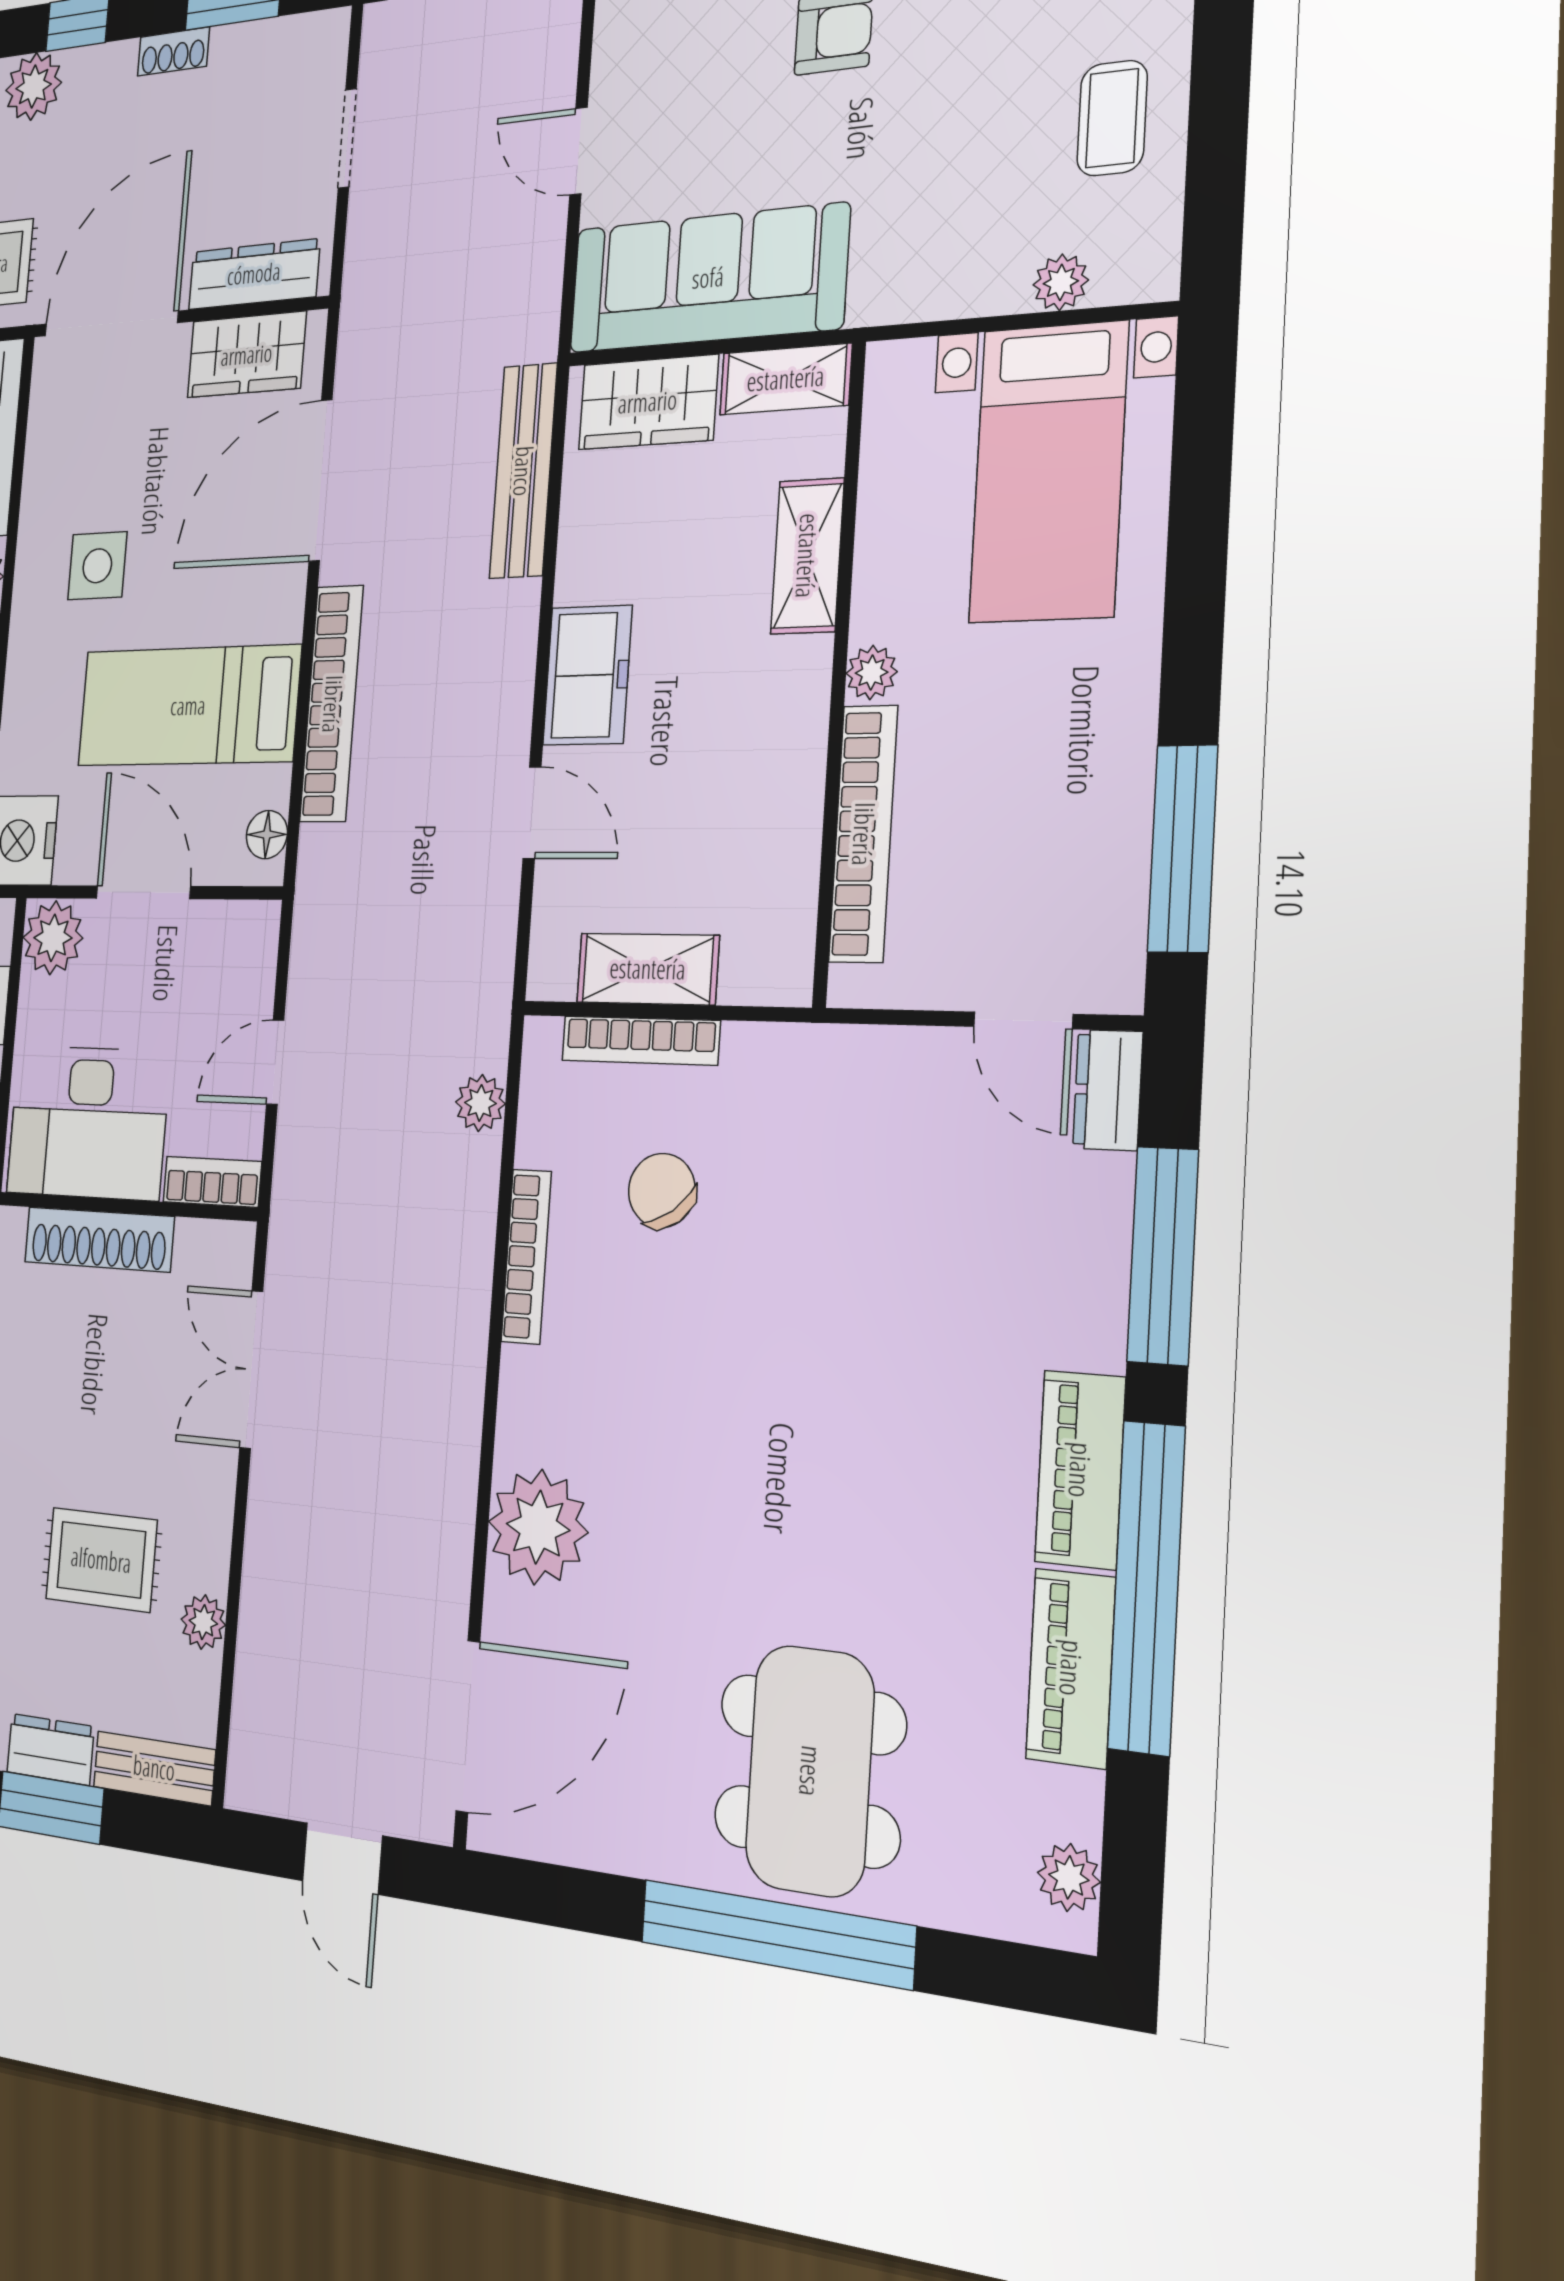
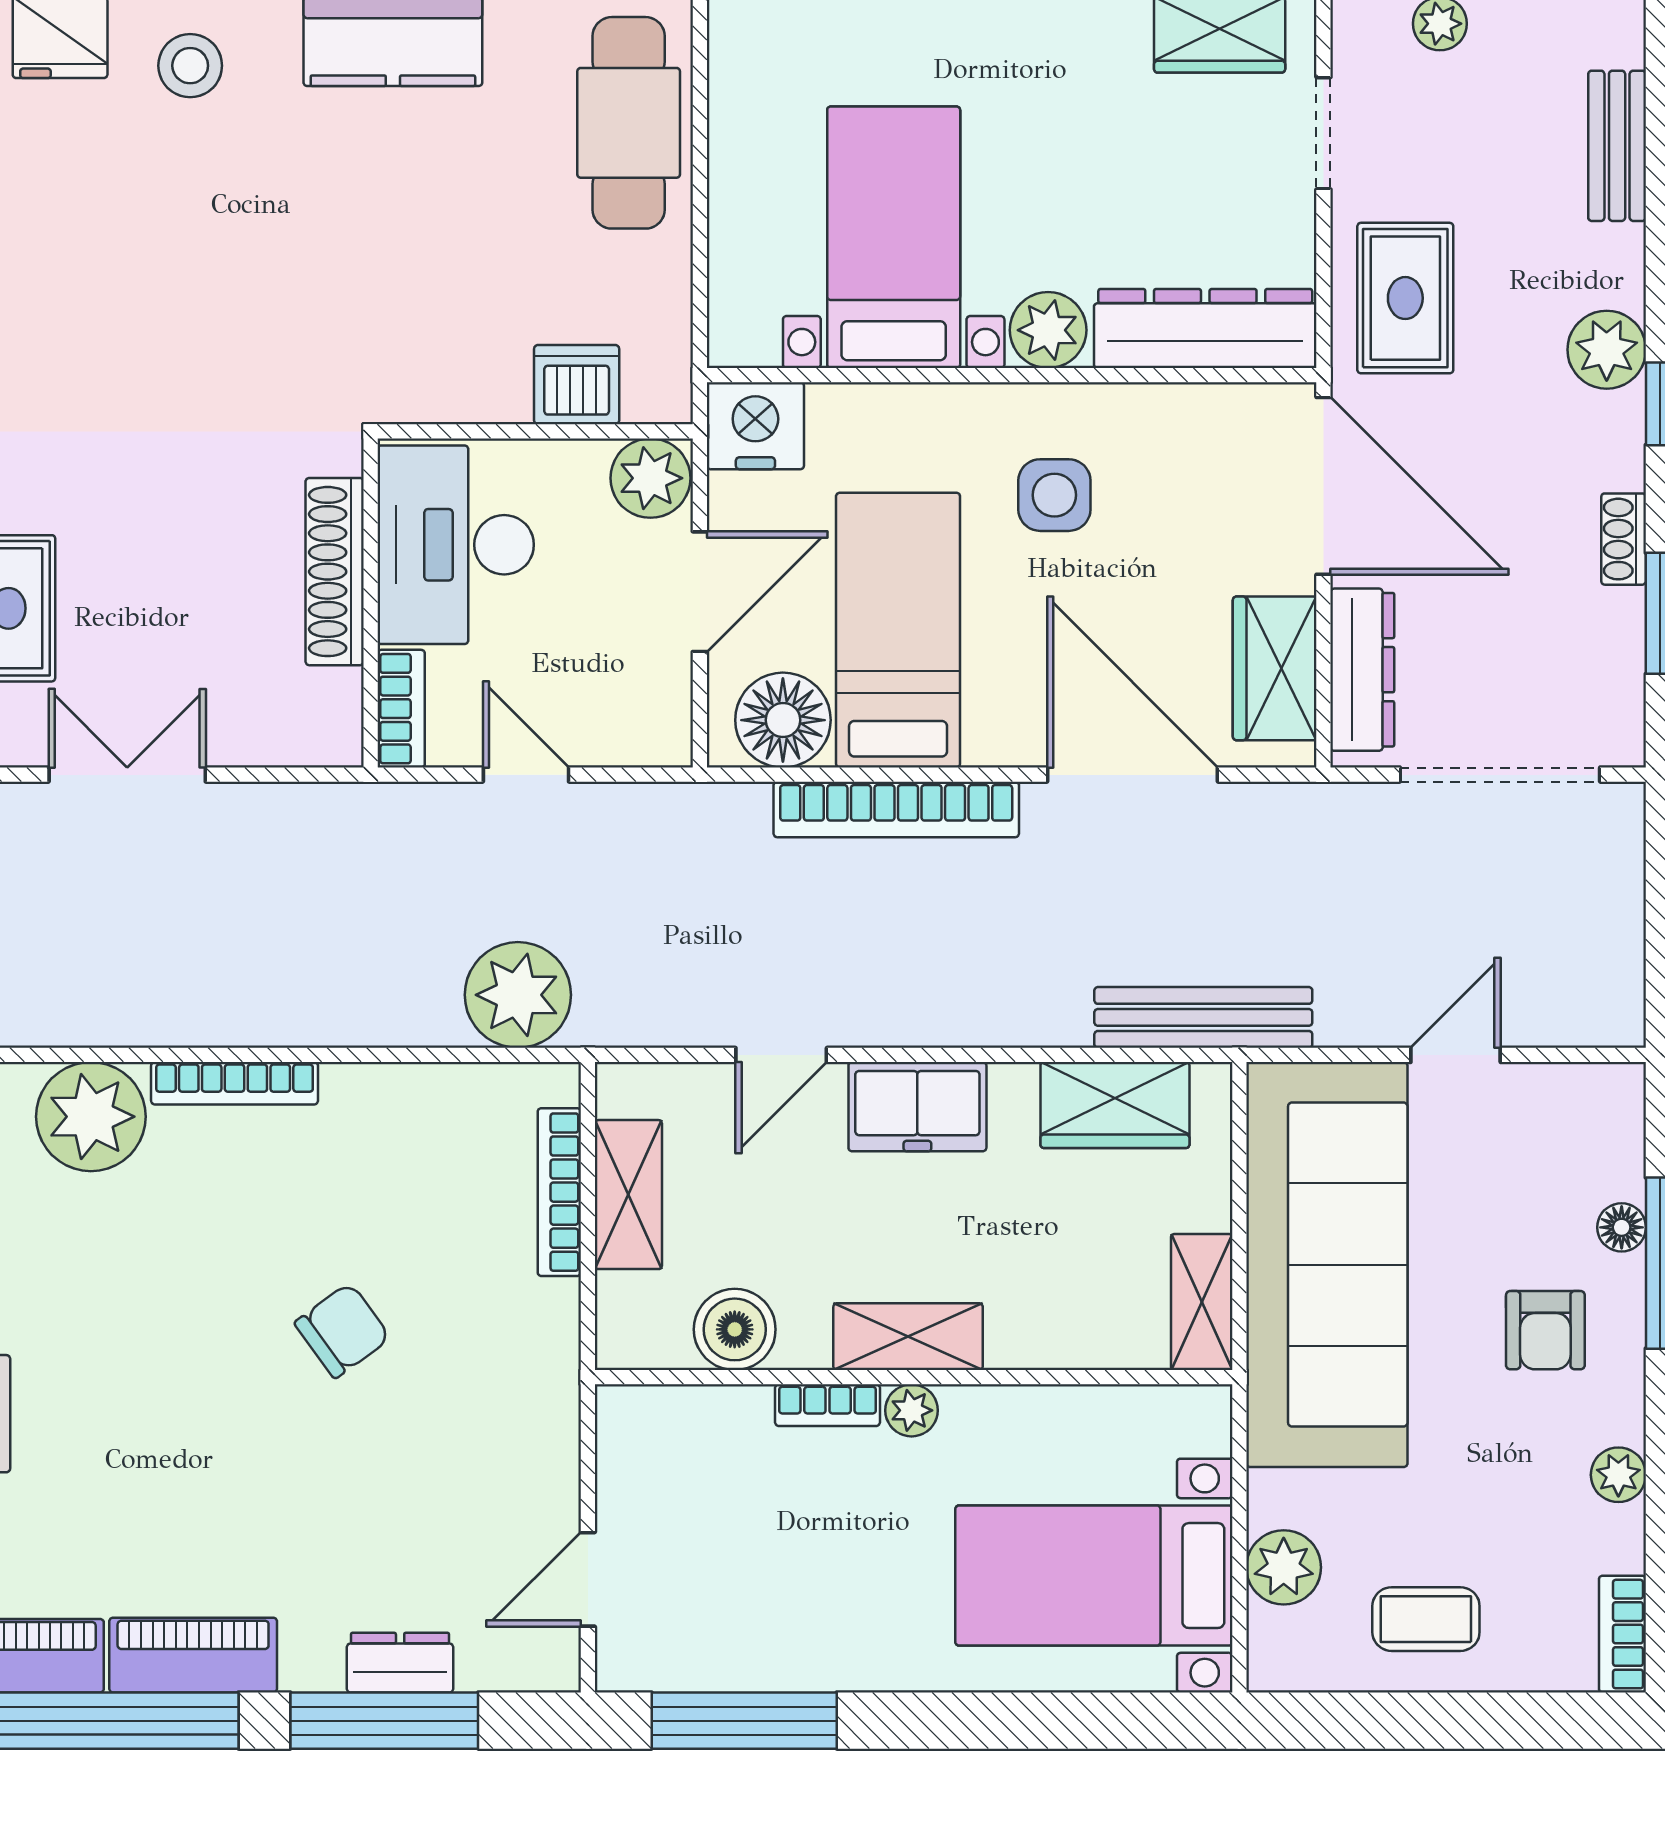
doorway: (347, 138) -> (1500, 775), width x1.87
sofa: (708, 278) -> (1327, 1265), width x1.36, depth x1.27
plant: (1061, 282) -> (1284, 1567), width x1.38, depth x1.38
wardrobe: (648, 402) -> (1115, 1105), moved, turned -90
bench: (523, 471) -> (1203, 1017), moved
shelving: (807, 556) -> (908, 1337), moved
bookcase: (863, 834) -> (828, 1405), width x0.43, depth x0.76
floor lamp: (267, 835) -> (783, 720), width x1.89, depth x1.89
boiler: (782, 859) -> (735, 1329), added
dresser: (1108, 1090) -> (400, 1663), moved
plant: (480, 1103) -> (518, 995), width x1.87, depth x1.87
chair: (662, 1191) -> (342, 1330), moved
bookcase: (526, 1257) -> (235, 1083), moved
double door: (251, 1370) -> (127, 775), moved

